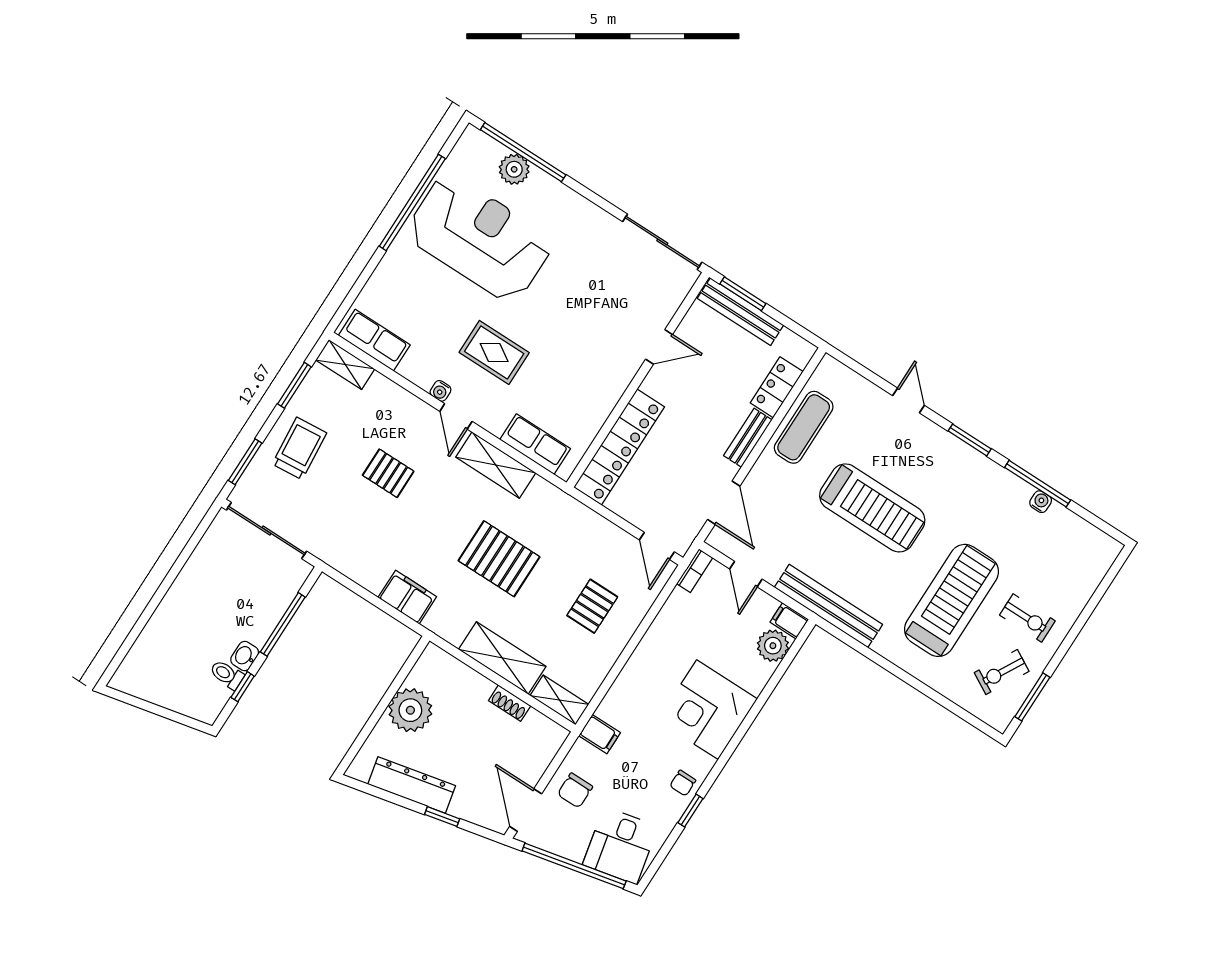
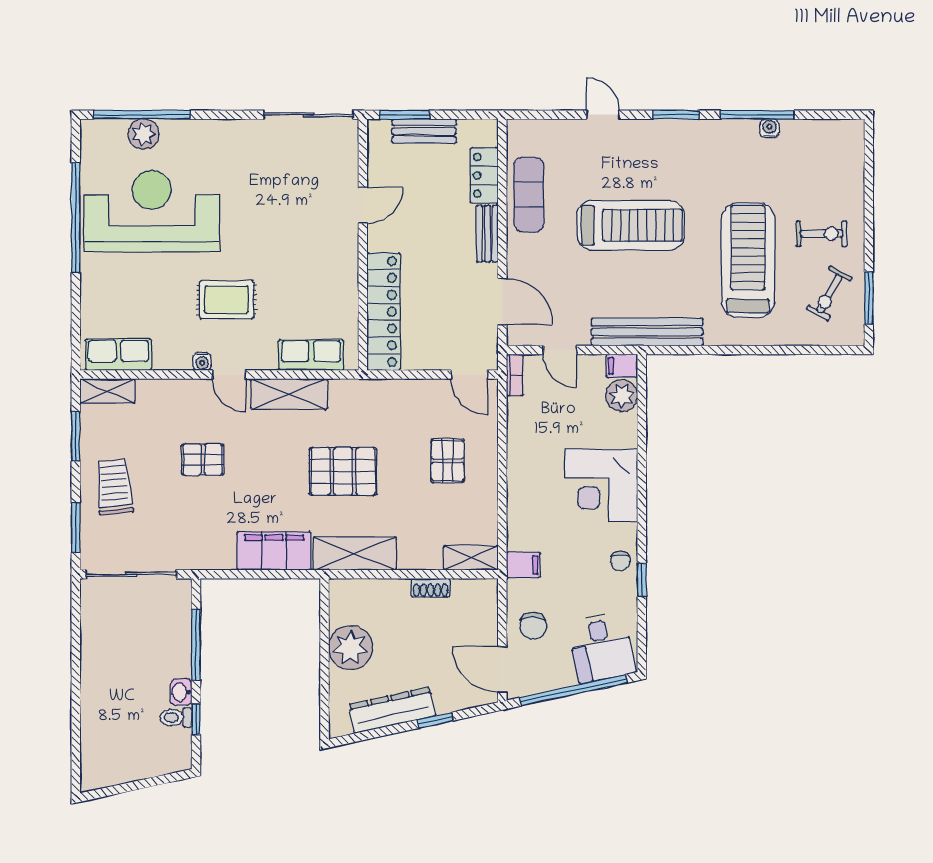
bench: (740, 312) -> (424, 131), width x0.73
filing cabinet: (407, 597) -> (274, 551), width x1.50, depth x1.17
shelving: (502, 658) -> (355, 553), moved

